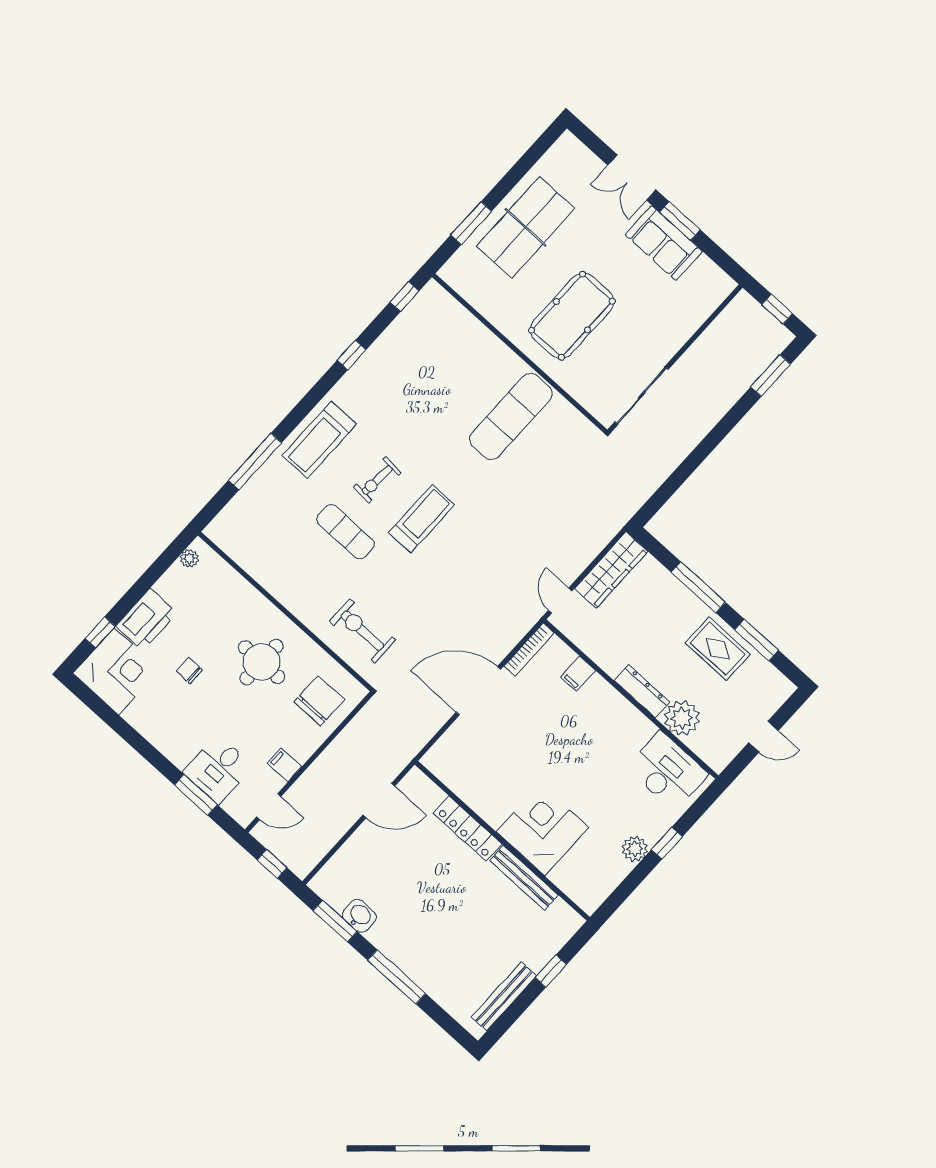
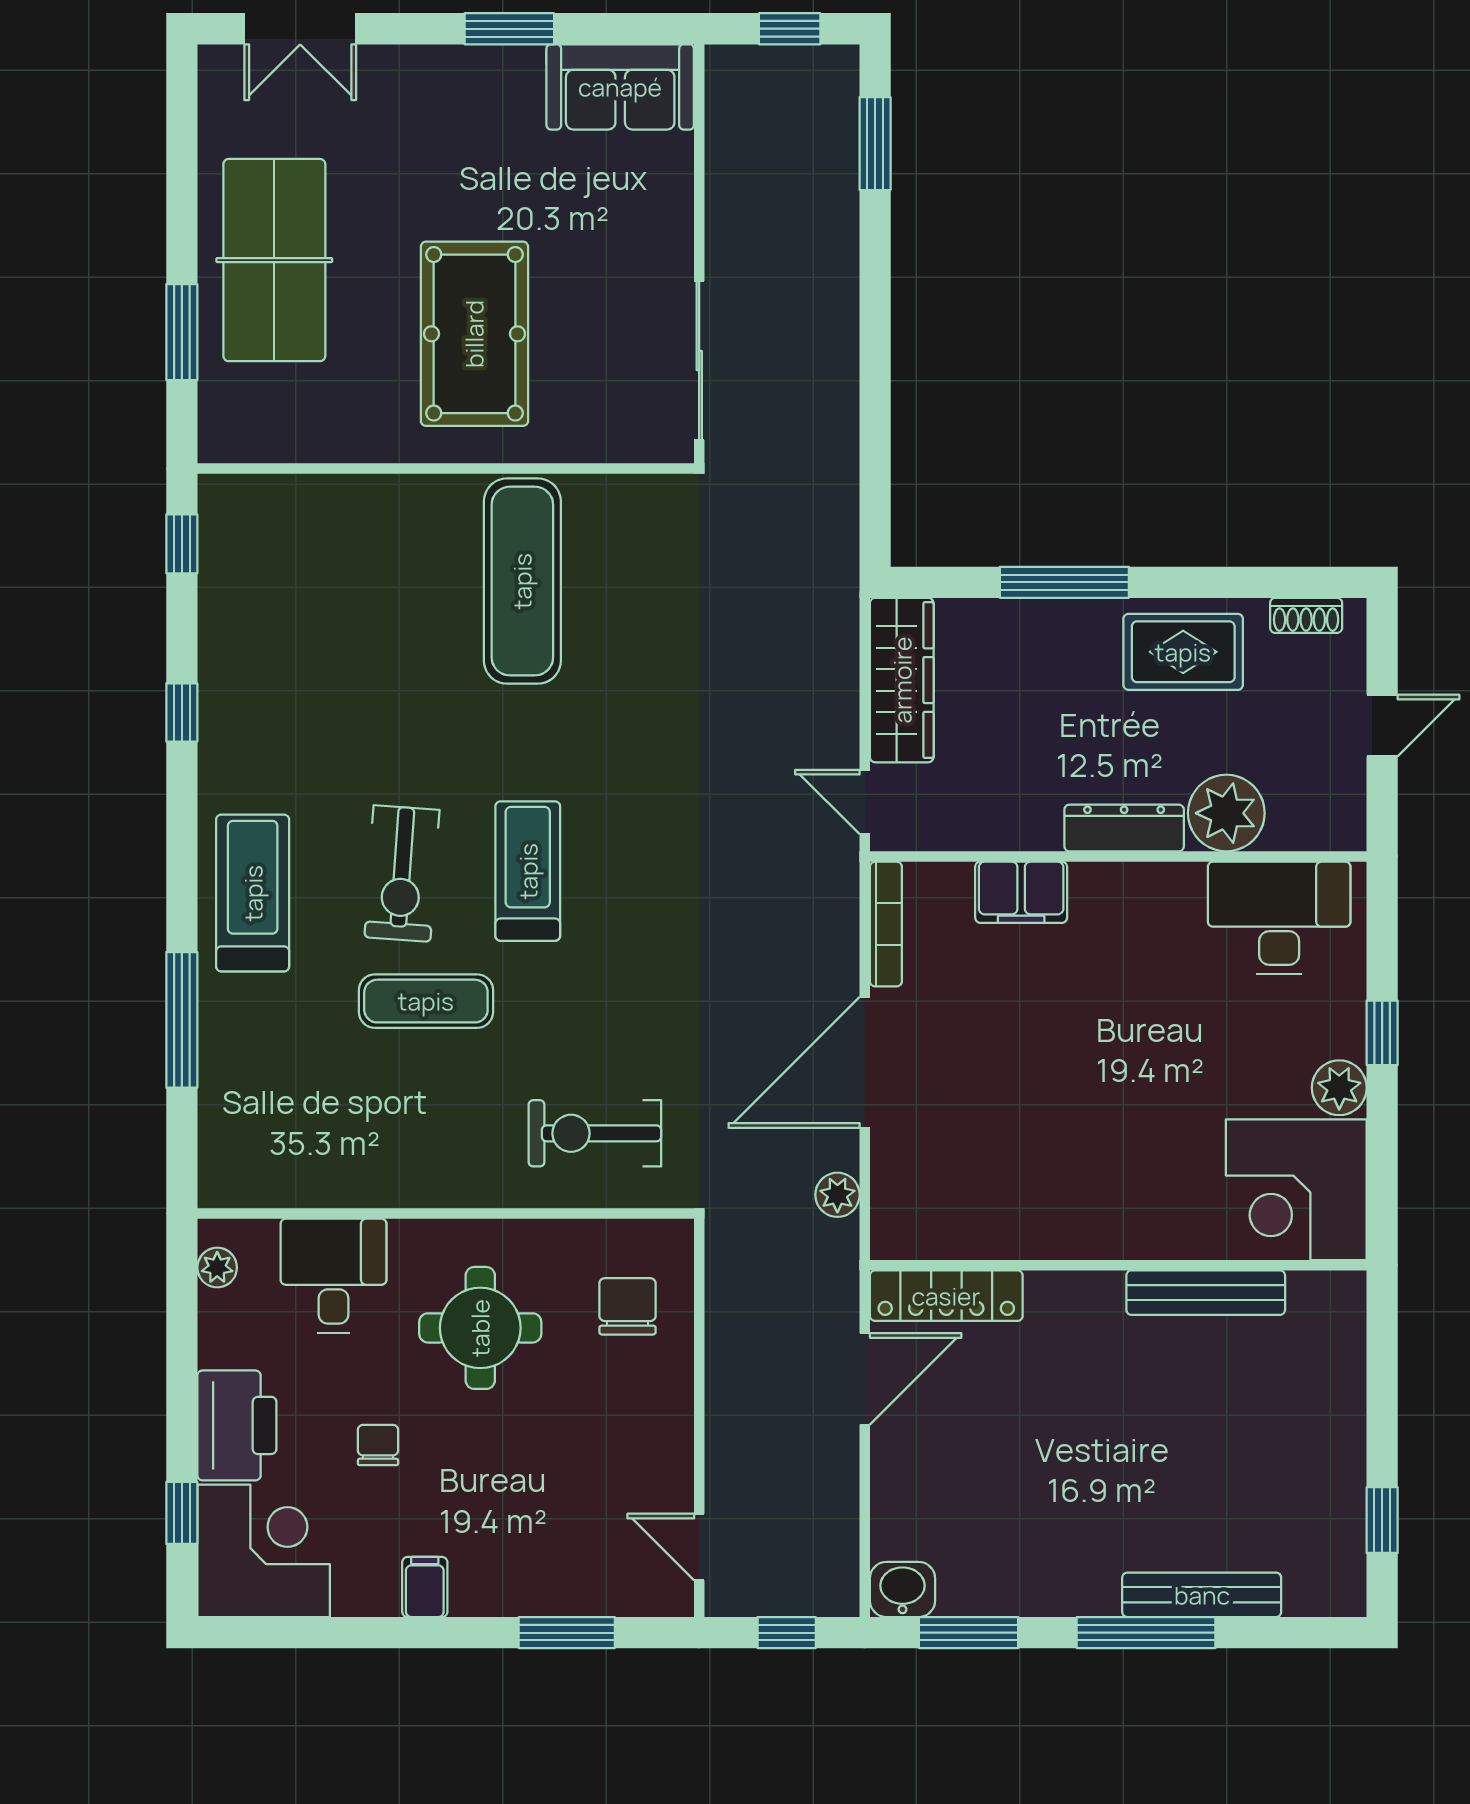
double door: (632, 177) -> (300, 29), moved
sofa: (664, 243) -> (620, 87), moved
treadmill: (319, 440) -> (253, 893), turned 180
exercise bike: (377, 480) -> (402, 874), width x1.38, depth x1.39
window: (757, 640) -> (1233, 582), removed
chair: (189, 670) -> (378, 1445), turned 90
filing cabinet: (578, 674) -> (1021, 892), width x2.00
shoe rack: (772, 675) -> (1306, 615), added
chair: (319, 701) -> (628, 1306), width x0.73, depth x0.73
plant: (427, 728) -> (837, 1195), added
filing cabinet: (284, 765) -> (425, 1587), moved, turned 90
desk: (218, 769) -> (334, 1276), moved, turned 180
door: (269, 807) -> (699, 1547), swing flipped
locker: (468, 829) -> (946, 1296), moved
corner desk: (543, 829) -> (1296, 1190), moved, turned -90
washbasin: (359, 916) -> (903, 1589), moved
window: (551, 971) -> (1382, 1520), moved
bench: (504, 996) -> (1202, 1595), moved, turned 90

